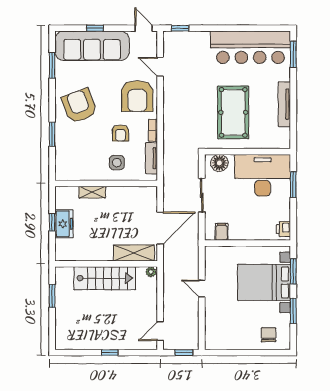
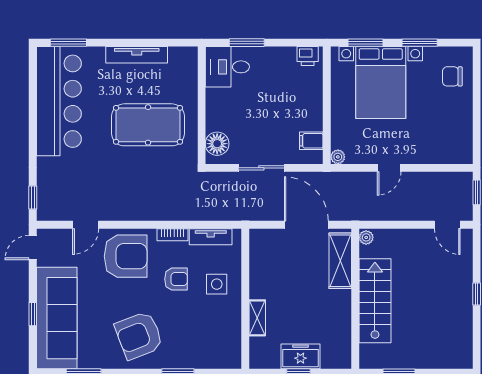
desk: (263, 175) -> (227, 67), width x0.53, depth x0.77
plant: (210, 251) -> (338, 157), added

